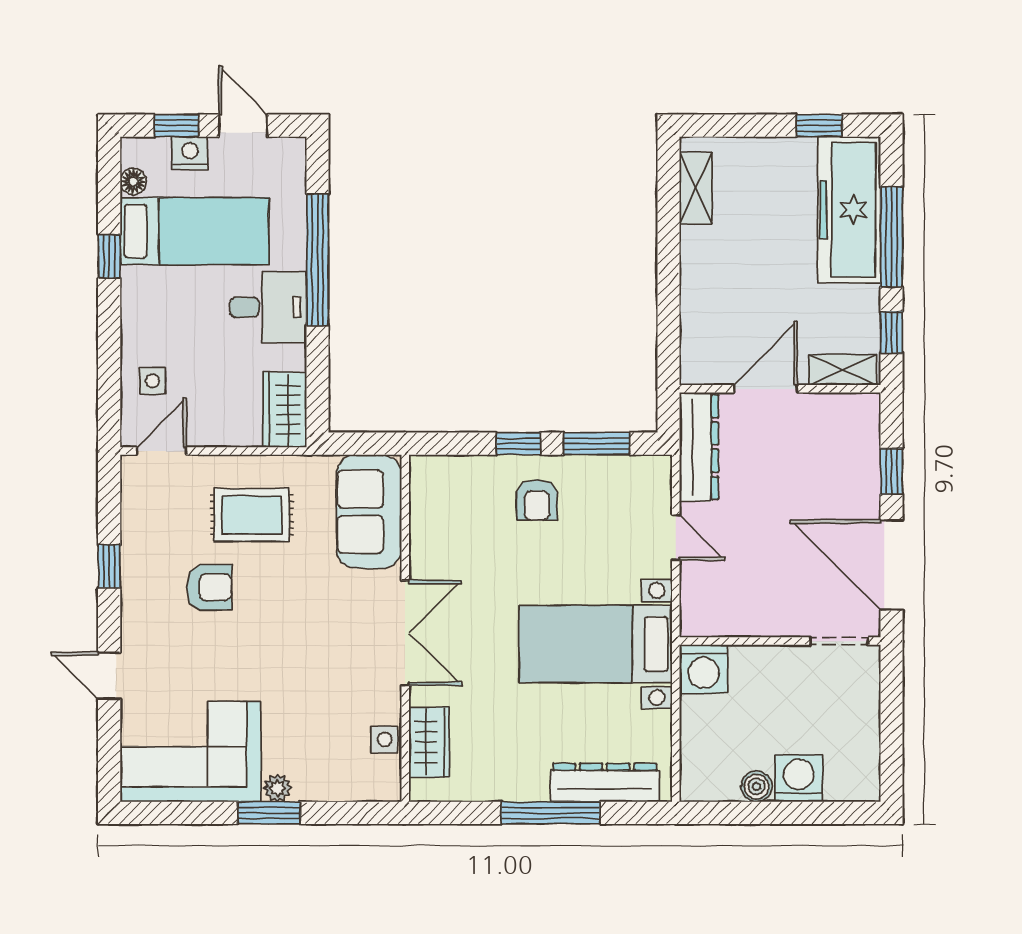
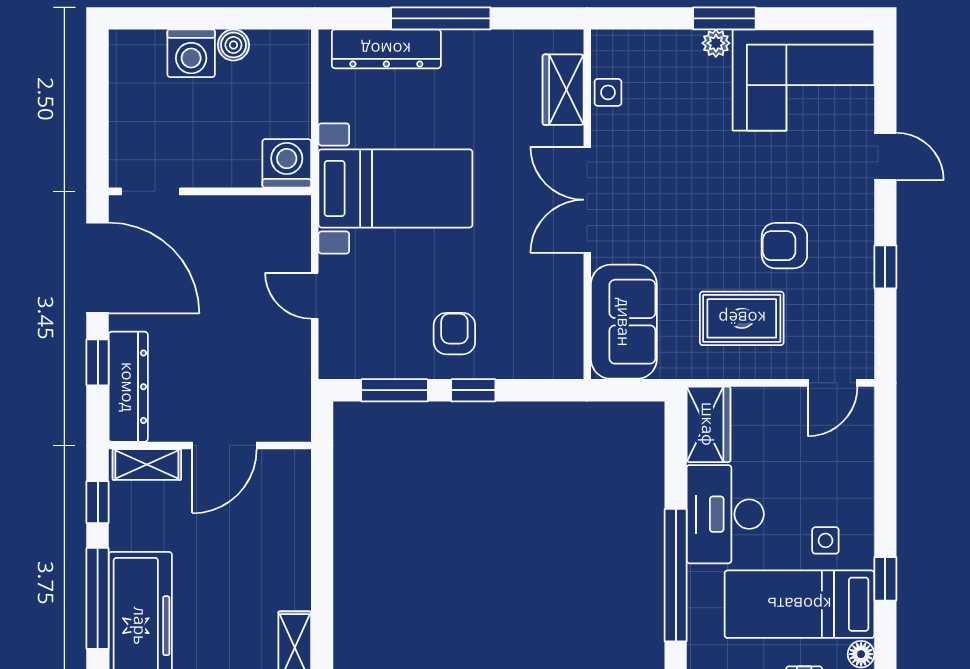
desk: (268, 307) -> (725, 514), width x1.37
side table: (153, 381) -> (825, 540), moved
dresser: (699, 447) -> (128, 387), moved, turned 180

